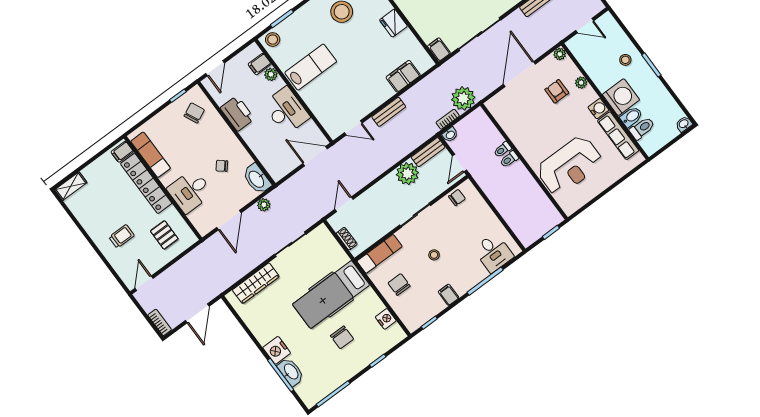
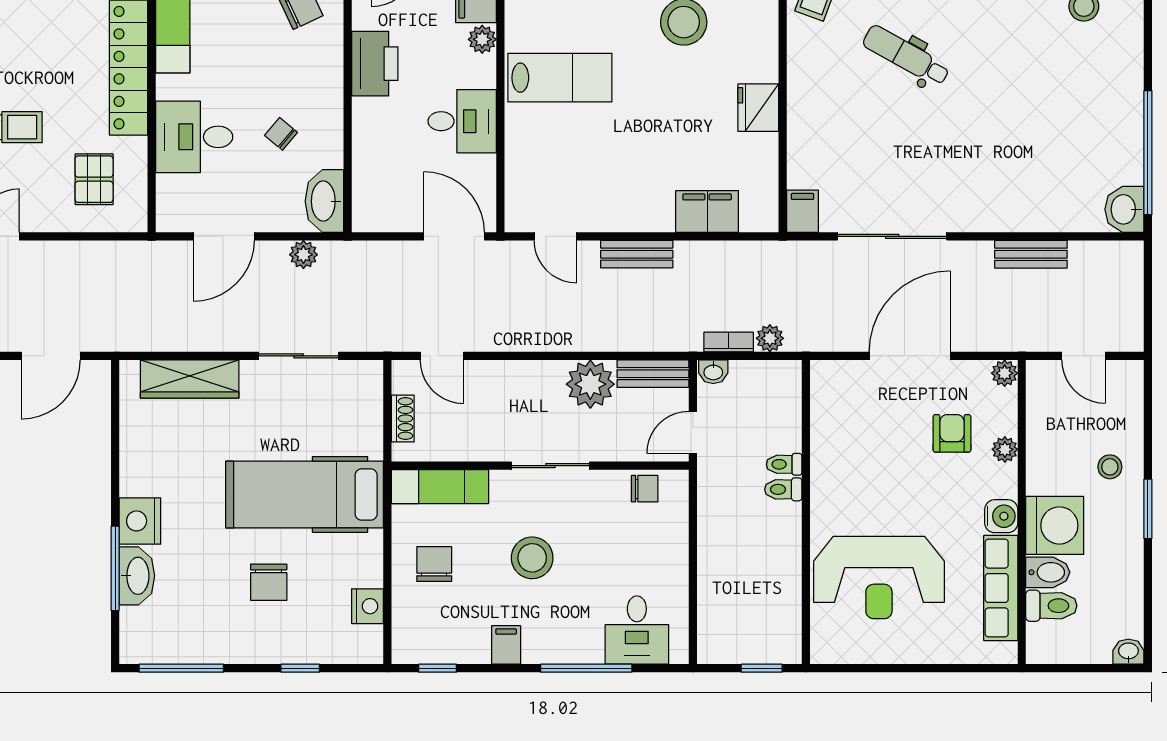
plant: (463, 98) -> (770, 338), width x0.53, depth x0.53
desk: (286, 111) -> (462, 121), width x0.73
door: (344, 204) -> (442, 356), swing flipped
stool: (434, 255) -> (532, 558), width x1.89, depth x1.89

